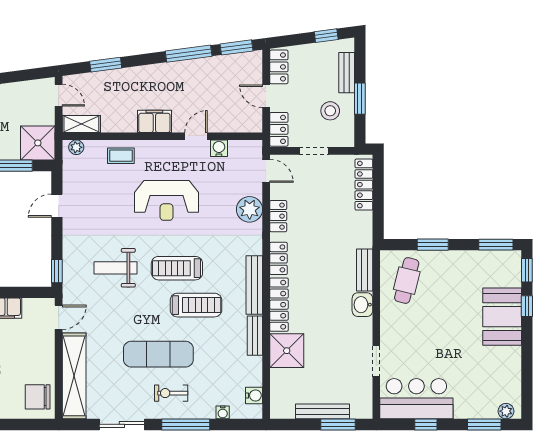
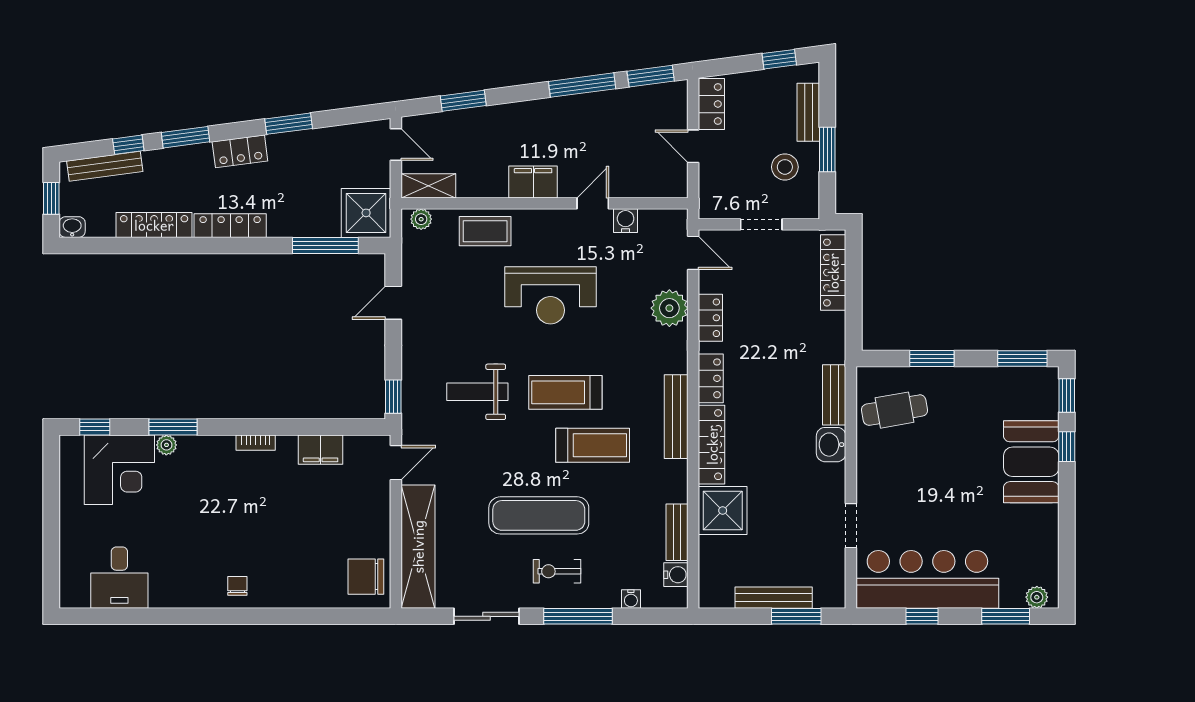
locker: (279, 129) -> (711, 193), removed
coffee table: (121, 156) -> (485, 231), width x1.36, depth x1.30
cafe table: (407, 281) -> (895, 410), turned 66
bench: (255, 336) -> (677, 532), moved
bar counter: (416, 399) -> (927, 579), width x1.36

